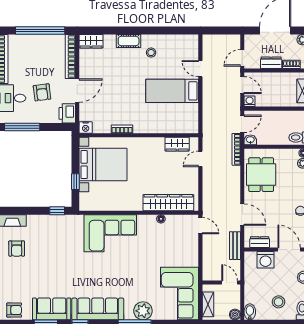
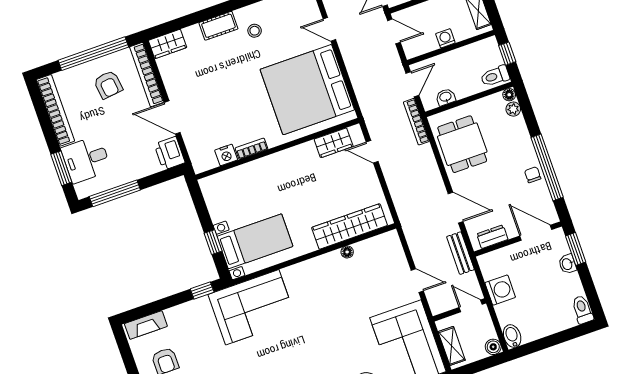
door: (77, 90) -> (172, 117), swing flipped
bed: (172, 91) -> (307, 90), width x2.04
armchair: (42, 92) -> (108, 85), moved
washing machine: (250, 101) -> (445, 38), moved
nightstand: (86, 127) -> (226, 155), moved
washbasin: (250, 140) -> (446, 97), moved
door: (200, 159) -> (372, 152), hinge flipped
bed with nightstands: (103, 165) -> (255, 241), moved, width x0.73
door: (200, 226) -> (417, 281), moved
corner sofa: (110, 233) -> (252, 307), moved
washing machine: (266, 260) -> (500, 290), moved, turned -90
stool: (278, 302) -> (546, 309), removed

